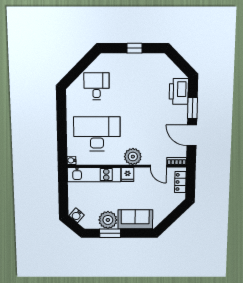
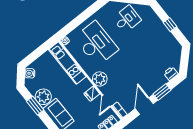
printer: (179, 91) -> (171, 73), width x0.53, depth x0.68
fridge: (128, 174) -> (92, 94), moved

